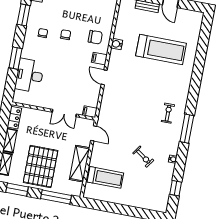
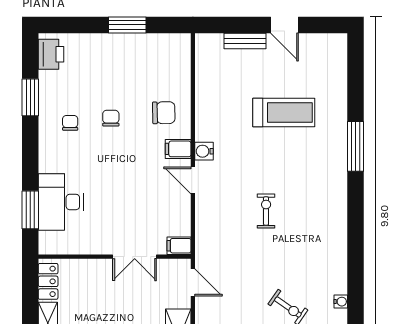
water cooler: (117, 44) -> (204, 151), moved
treadmill: (161, 50) -> (284, 113), width x0.73, depth x0.73
window: (15, 58) -> (30, 210), moved
exercise bike: (168, 113) -> (266, 211), moved
window: (187, 129) -> (355, 146), moved

